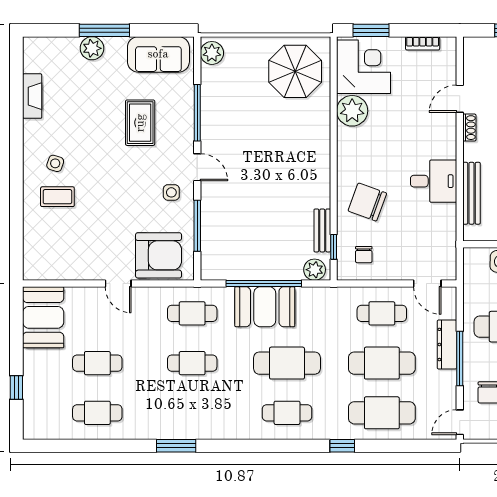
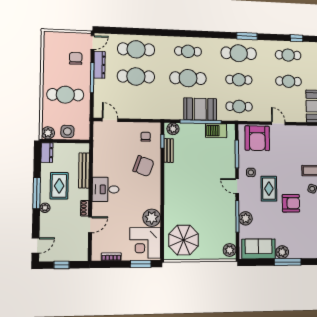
plant: (92, 48) -> (282, 252), moved
plant: (182, 109) -> (246, 218), added
rug: (140, 123) -> (269, 189), moved
armchair: (96, 137) -> (291, 203), added
desk: (434, 181) -> (106, 189), moved
armchair: (159, 255) -> (257, 138), turned -90
barbecue: (236, 268) -> (216, 131), added
cafe table: (382, 313) -> (239, 53), moved, width x1.37, depth x1.35
dresser: (447, 344) -> (99, 65), moved
window: (342, 446) -> (297, 38), moved

